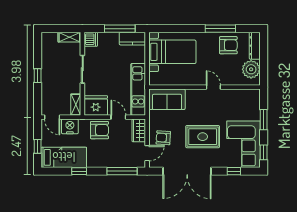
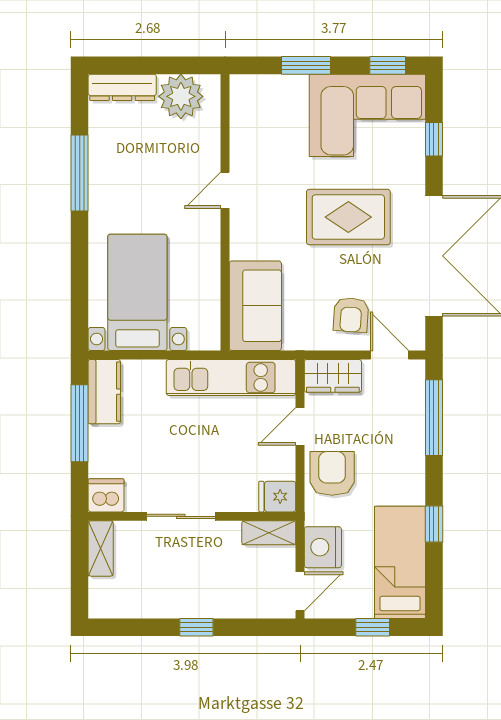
armchair: (228, 45) -> (121, 153), removed
fridge: (96, 106) -> (277, 497), width x0.53, depth x0.75
rug: (203, 137) -> (348, 217), turned 90

